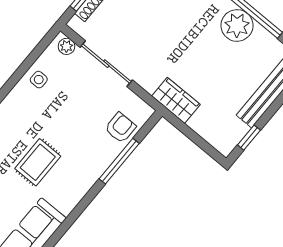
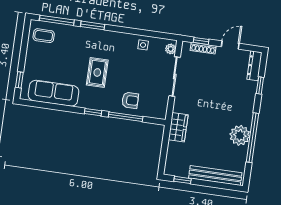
armchair: (120, 128) -> (130, 100), moved
rug: (38, 162) -> (97, 72), turned 90
window: (87, 200) -> (93, 112), added

